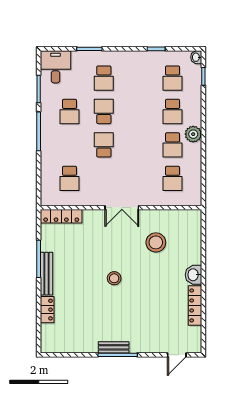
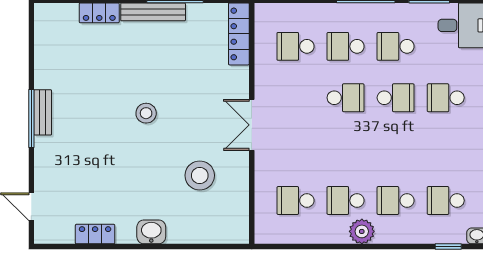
school desk: (70, 145) -> (346, 46), added
locker: (195, 305) -> (95, 234), width x0.66

